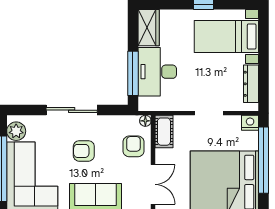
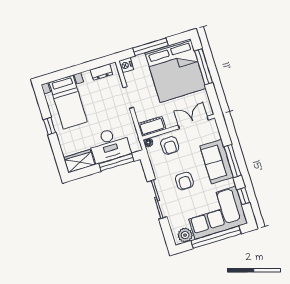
dresser: (251, 84) -> (101, 72), width x0.70
armchair: (133, 146) -> (170, 145), turned -90
window: (263, 160) -> (151, 47), width x0.68

